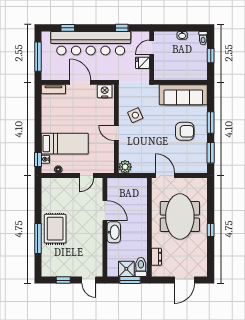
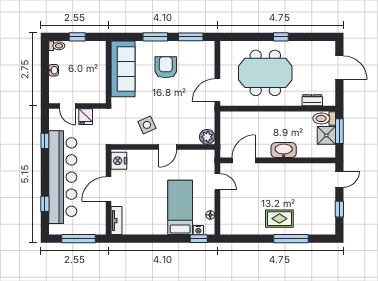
door: (105, 211) -> (244, 160), moved
rug: (55, 229) -> (279, 219), width x0.73, depth x0.70

